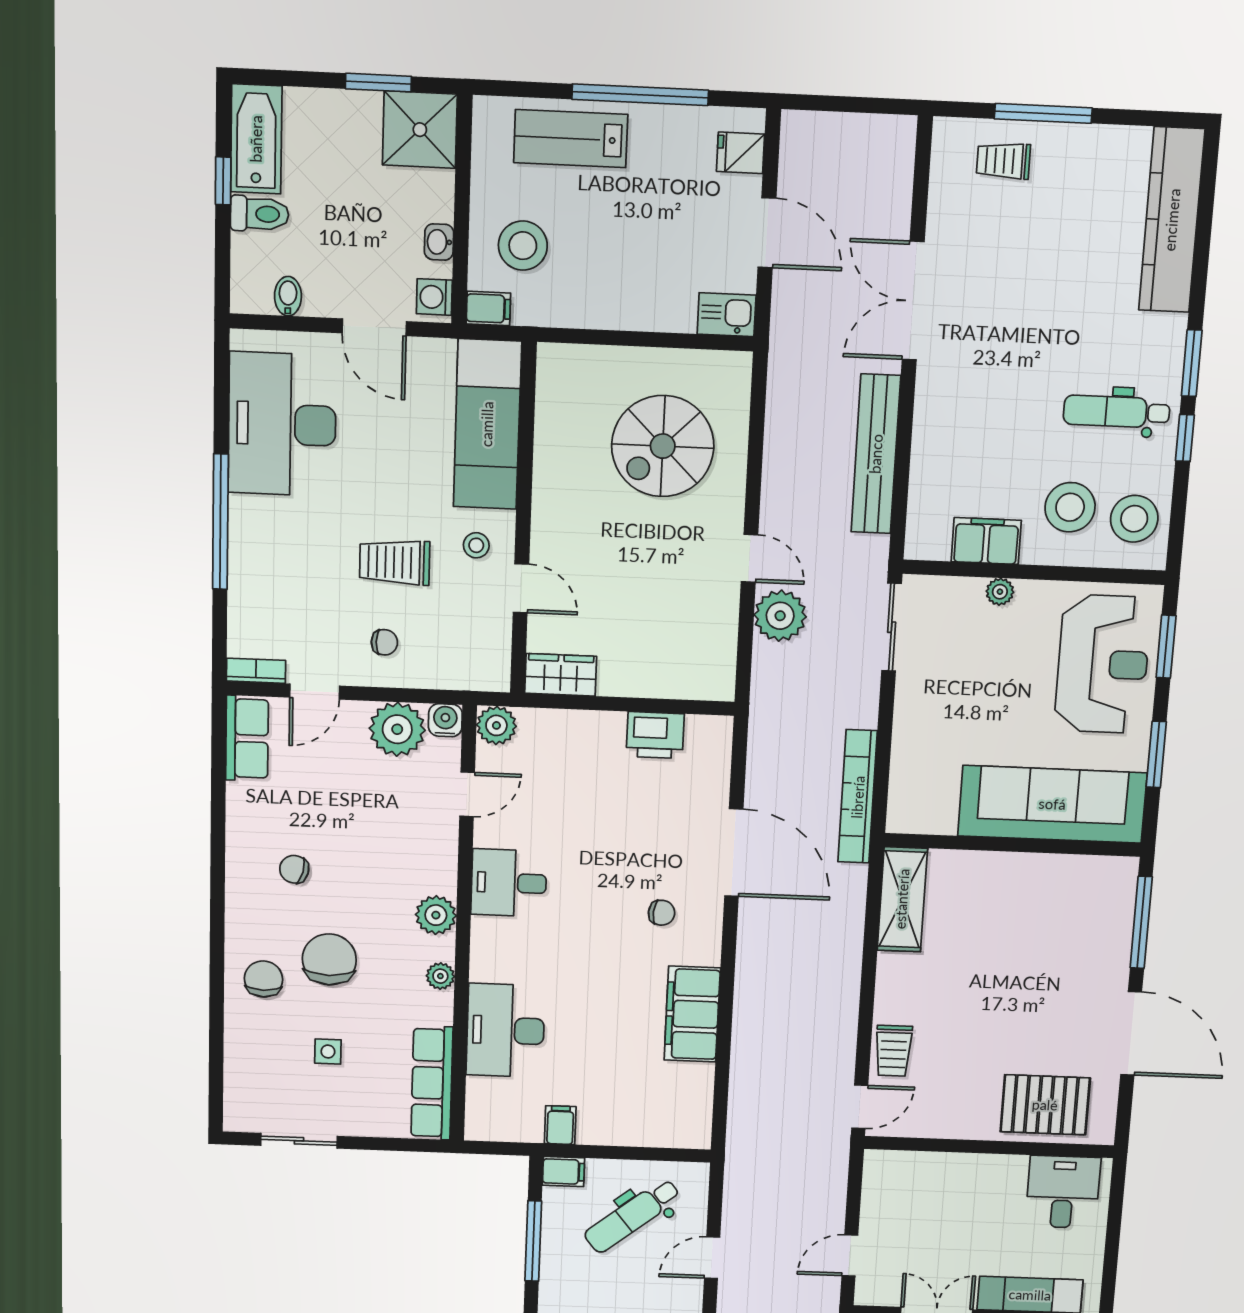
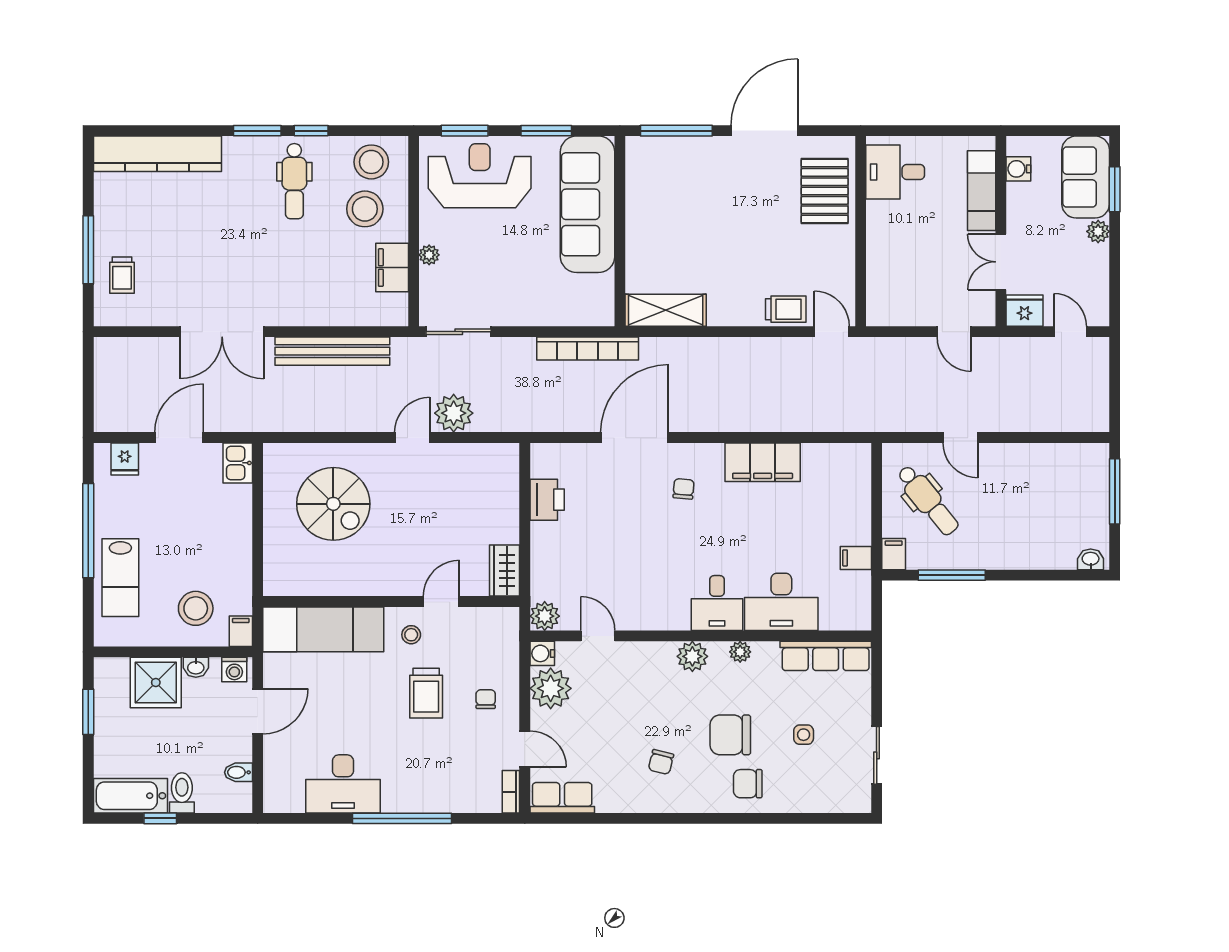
shower: (420, 130) -> (156, 682), moved
desk: (282, 424) -> (343, 784), width x0.73, depth x0.77
desk: (509, 883) -> (717, 603), moved

